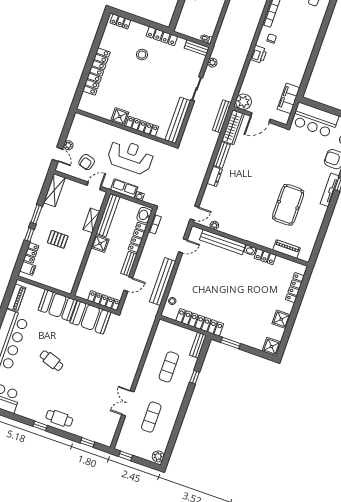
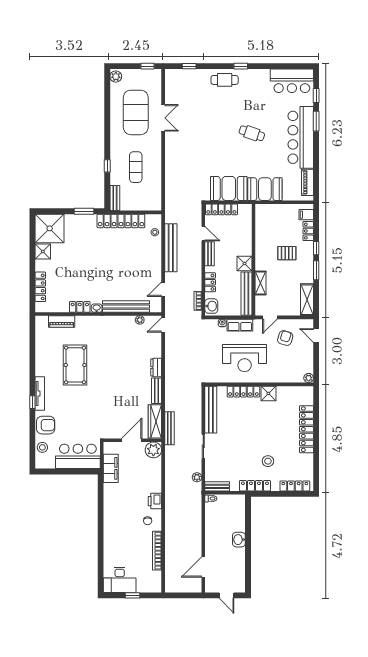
locker: (120, 21) -> (295, 486), width x1.53
plant: (68, 145) -> (309, 378), moved
locker: (138, 237) -> (210, 282), width x0.66
door: (128, 284) -> (203, 234), swing flipped
shower: (272, 347) -> (50, 228), width x1.86, depth x1.86
exercise mat: (151, 417) -> (136, 112), width x2.00, depth x1.45

